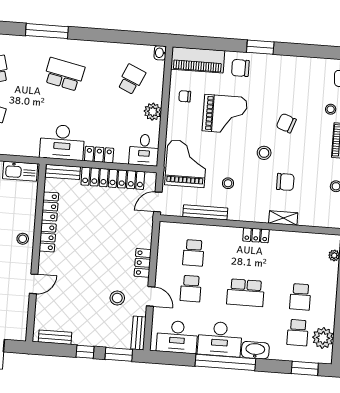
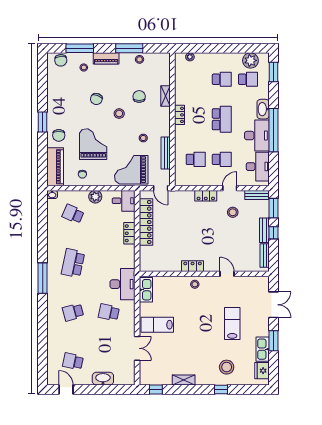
desk: (62, 142) -> (123, 284), moved
bench: (63, 172) -> (264, 230), moved
locker: (50, 206) -> (170, 266), removed

